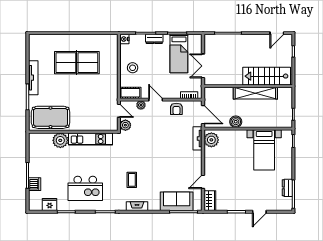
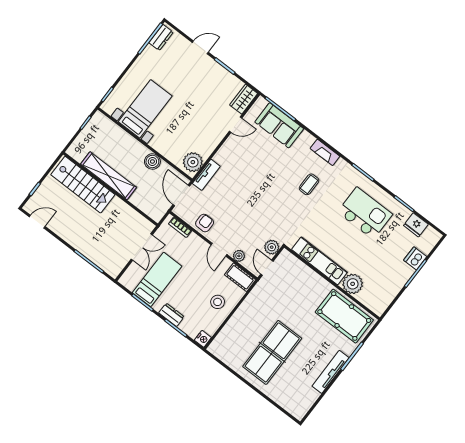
table tennis table: (77, 63) -> (272, 352), turned 90
dresser: (287, 188) -> (161, 37), moved

